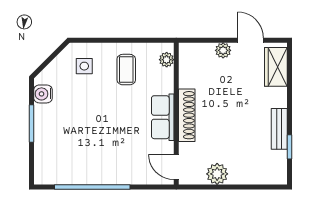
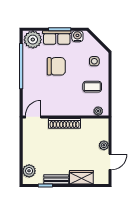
wardrobe: (276, 67) -> (81, 177), moved
row of seats: (163, 117) -> (57, 37), moved, turned 180
chair: (93, 129) -> (56, 66), added
plant: (48, 168) -> (33, 40), added
plant: (217, 174) -> (29, 171), moved

